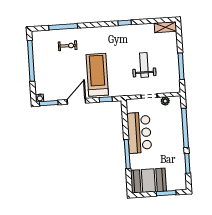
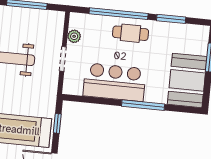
cafe table: (173, 138) -> (131, 33), added

